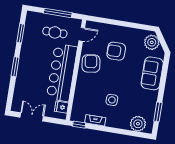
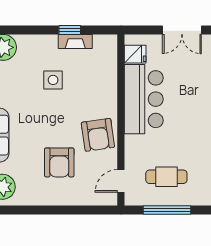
armchair: (116, 51) -> (59, 162), turned 90
bar counter: (62, 73) -> (144, 99), width x0.73
window: (79, 125) -> (70, 30), moved

